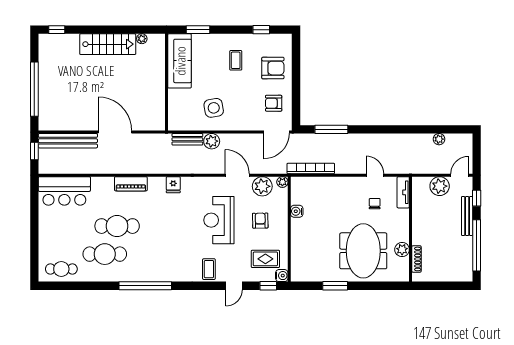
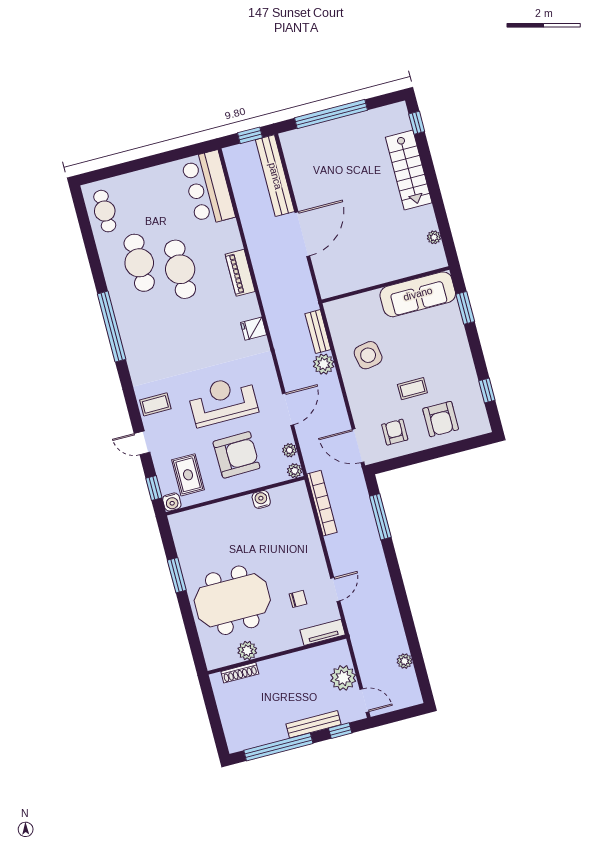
stairs: (108, 44) -> (409, 170), moved
coffee table: (236, 60) -> (412, 389), moved
plant: (262, 186) -> (290, 450), width x0.53, depth x0.53
armchair: (260, 221) -> (236, 455), width x1.88, depth x1.88

